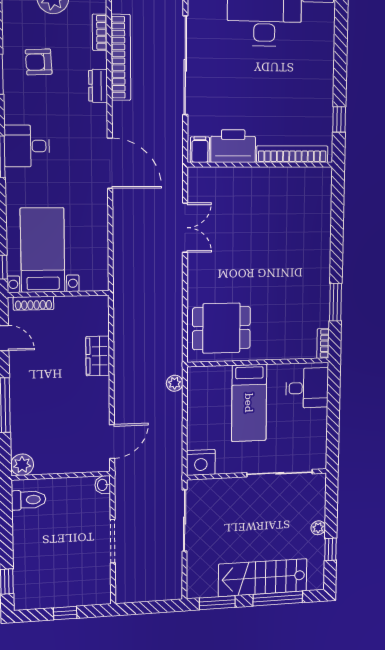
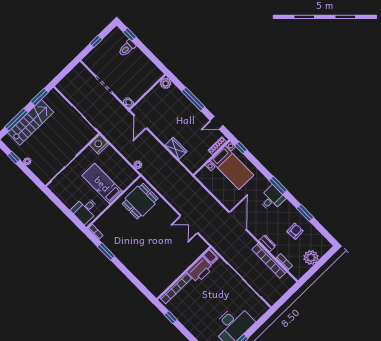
door: (110, 163) -> (238, 221), swing flipped
toilet: (29, 500) -> (127, 48), moved

